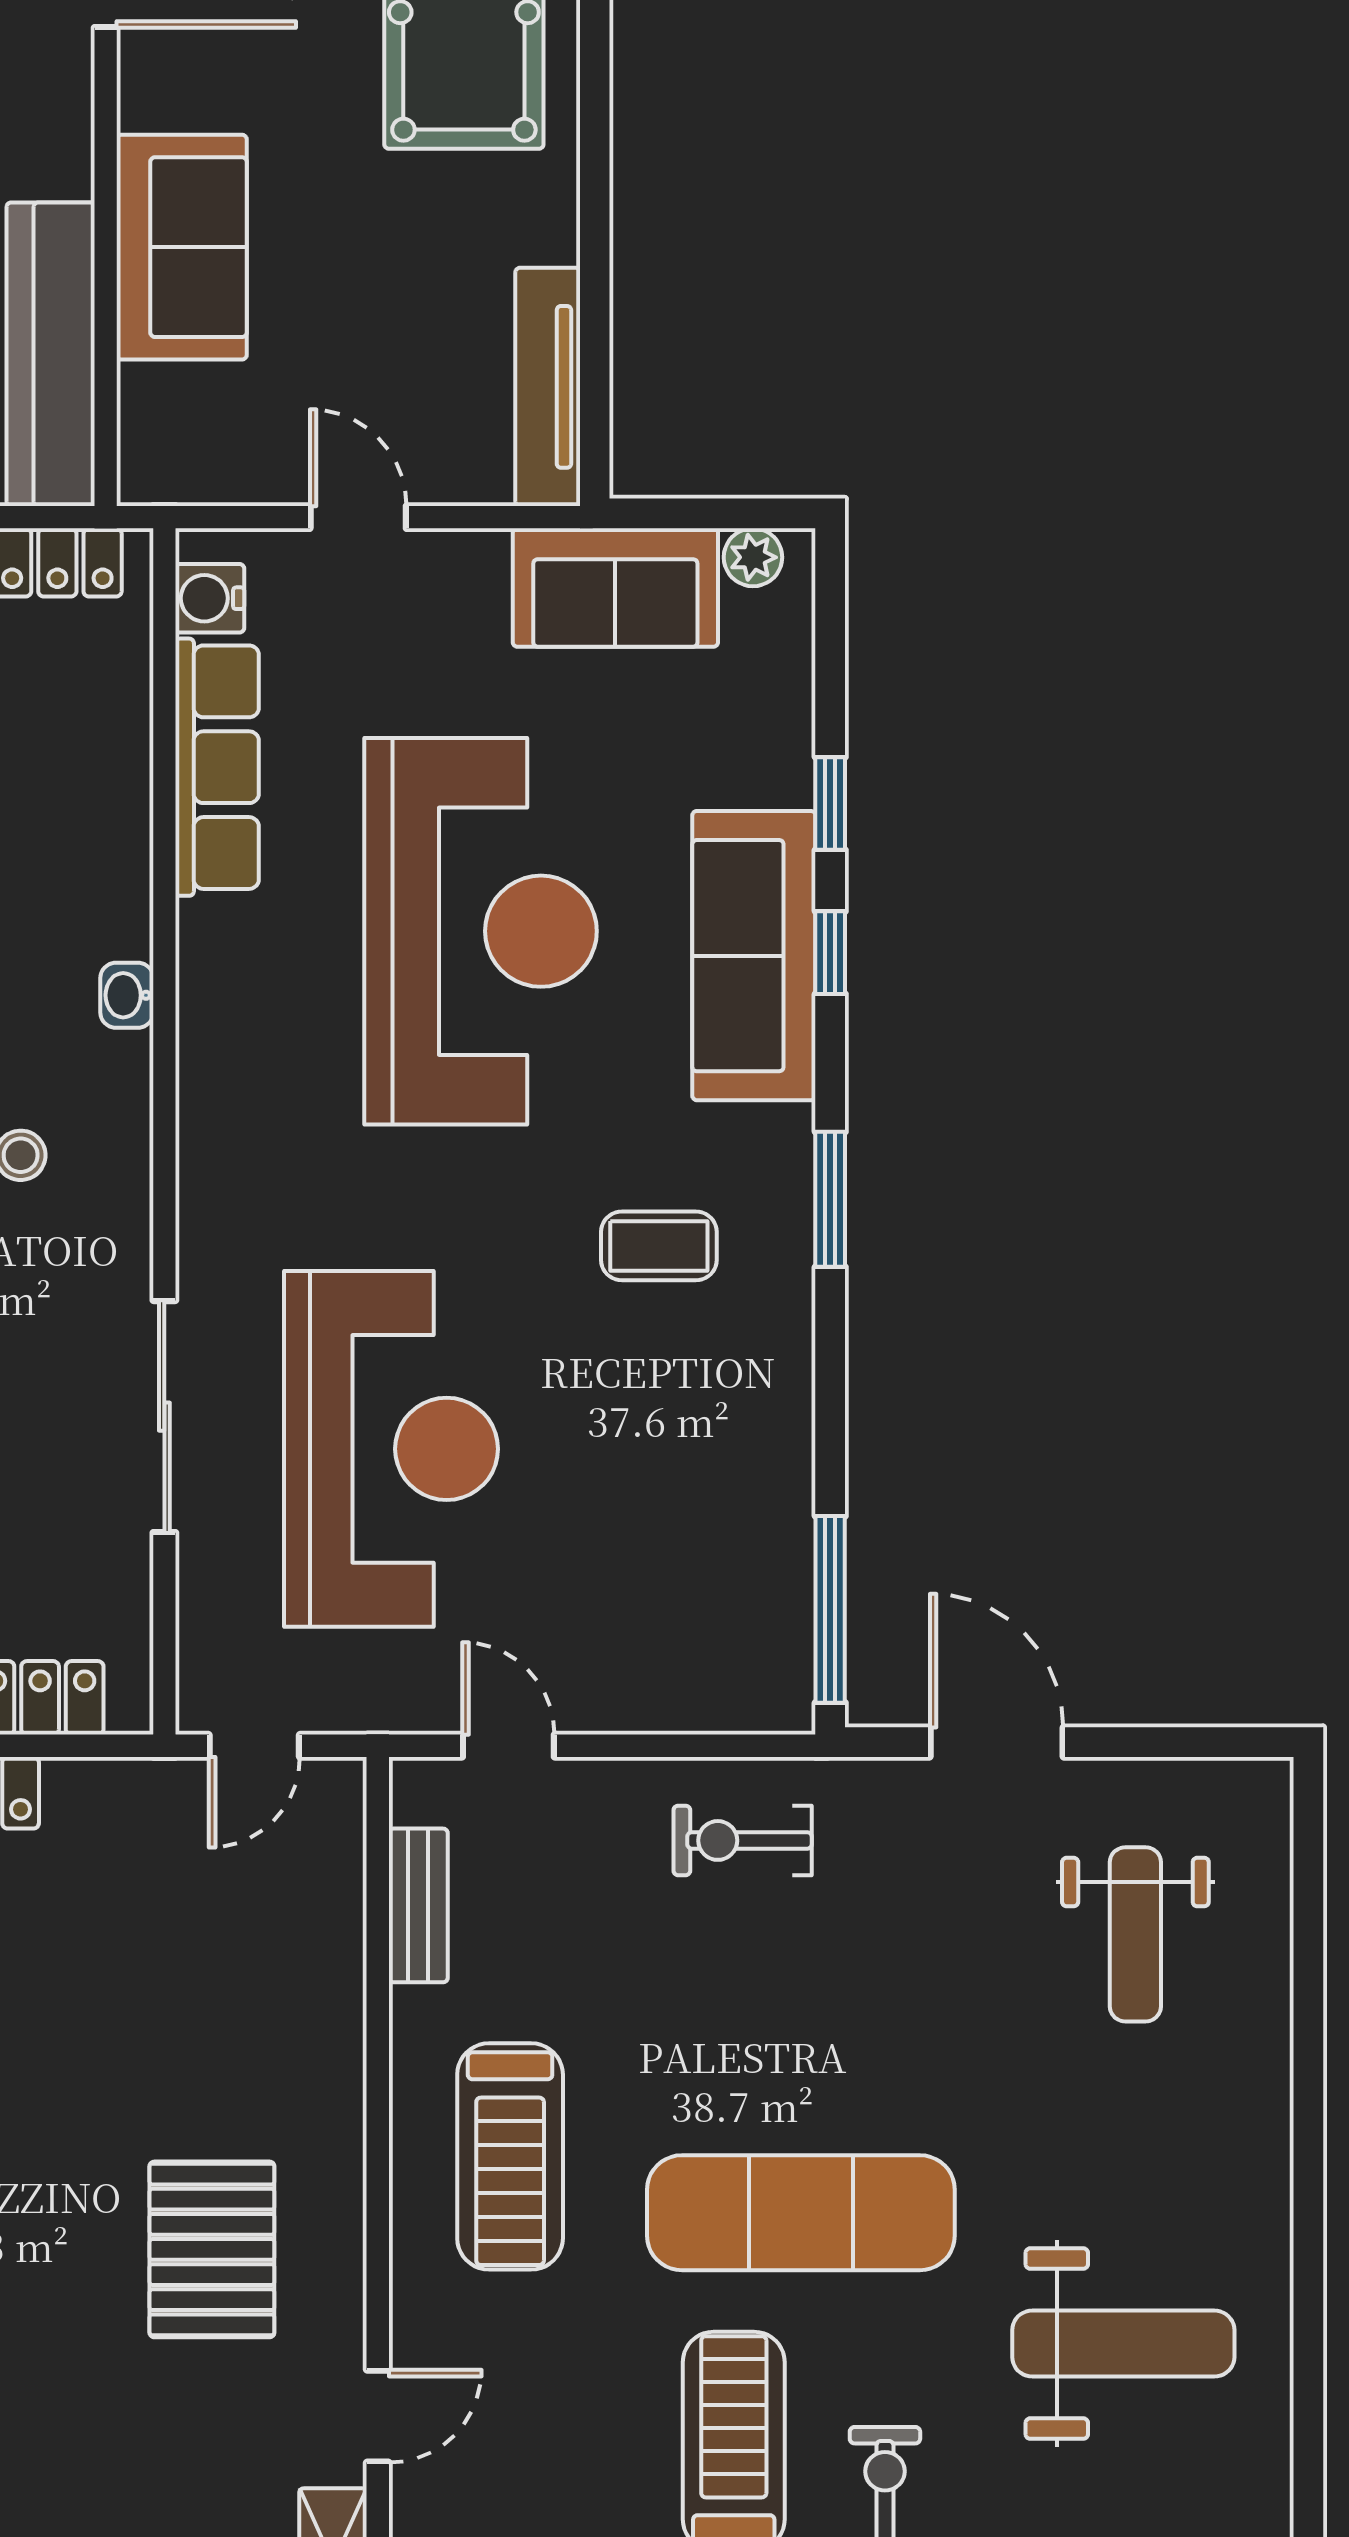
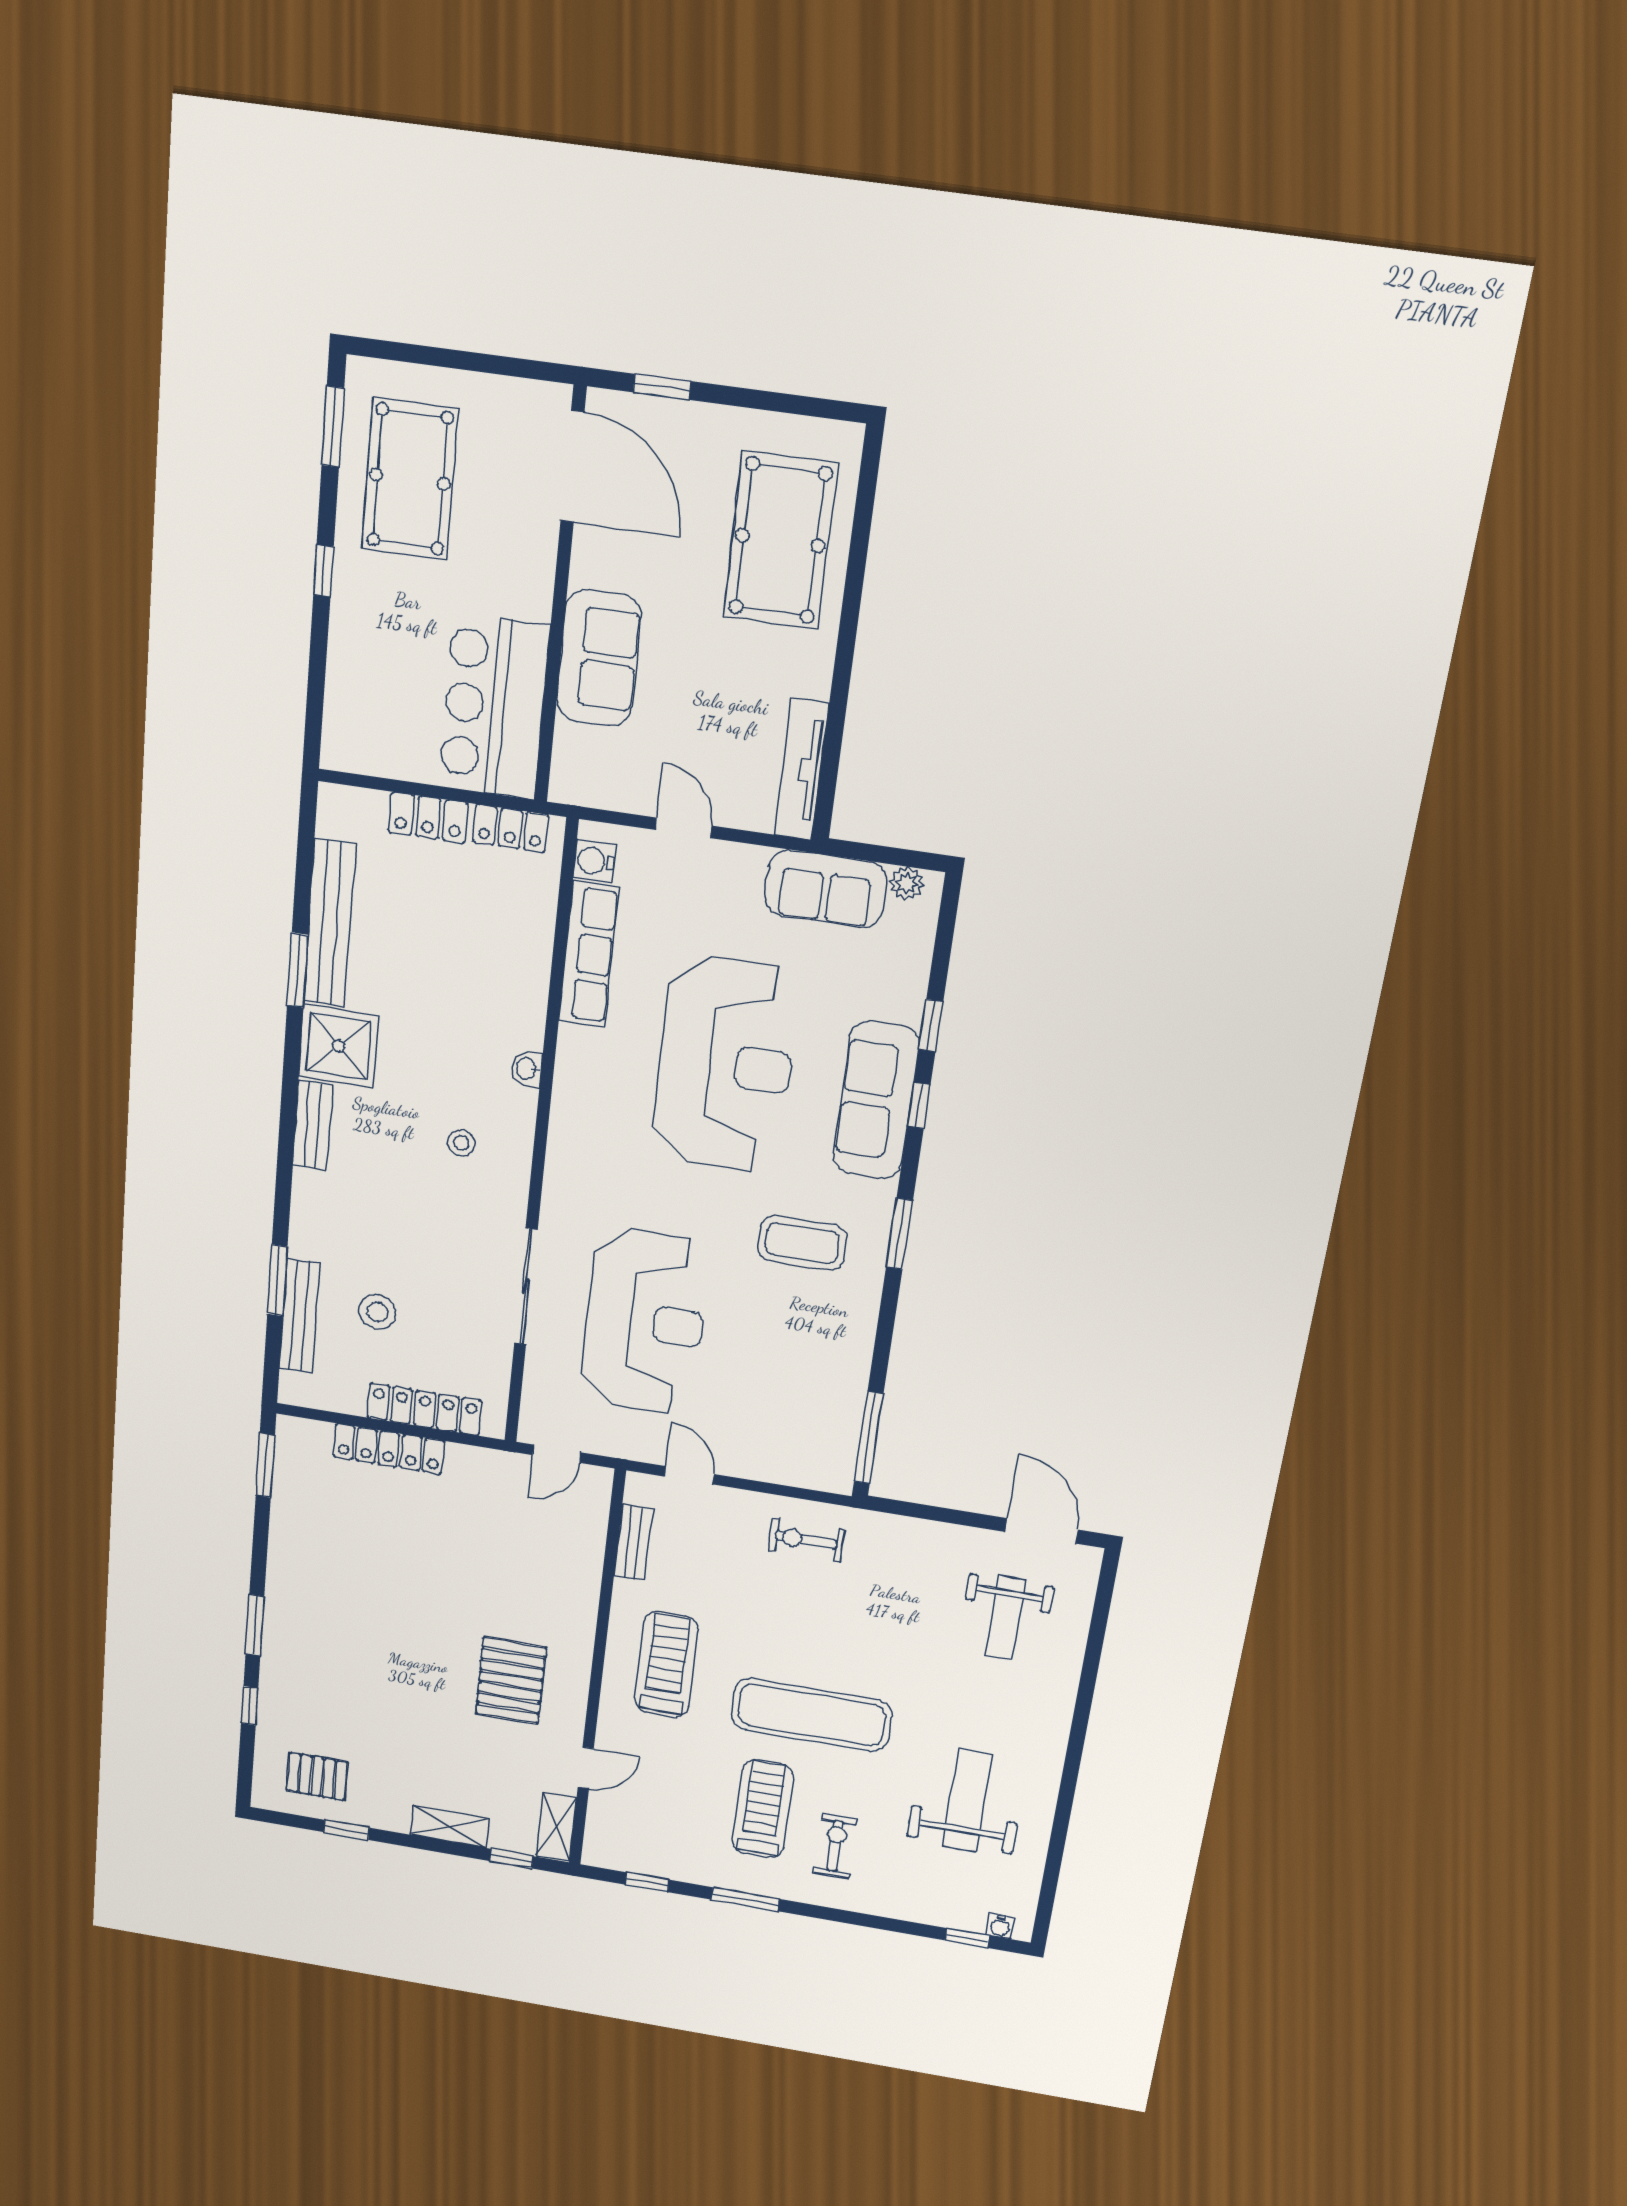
coffee table: (659, 1246) -> (802, 1243), width x1.36, depth x1.30
door: (997, 1742) -> (1041, 1531), moved
treadmill: (510, 2156) -> (666, 1665), turned 180
weight bench: (1123, 2344) -> (967, 1801), turned -90

